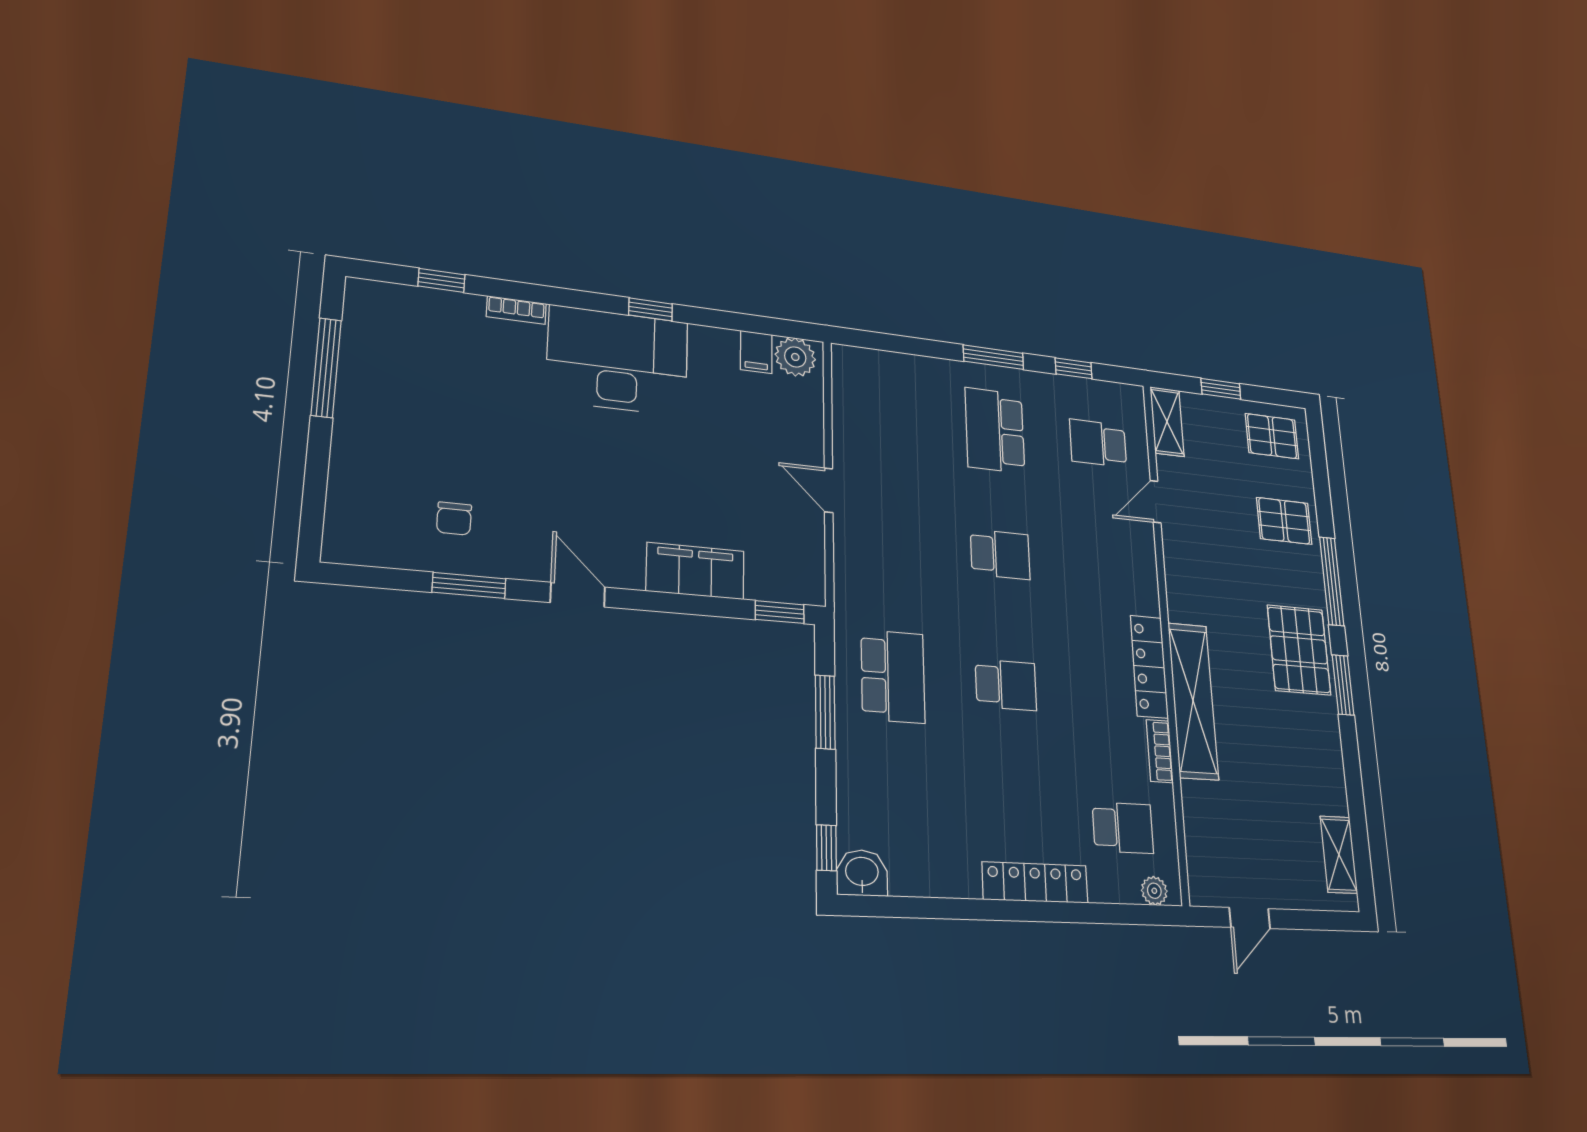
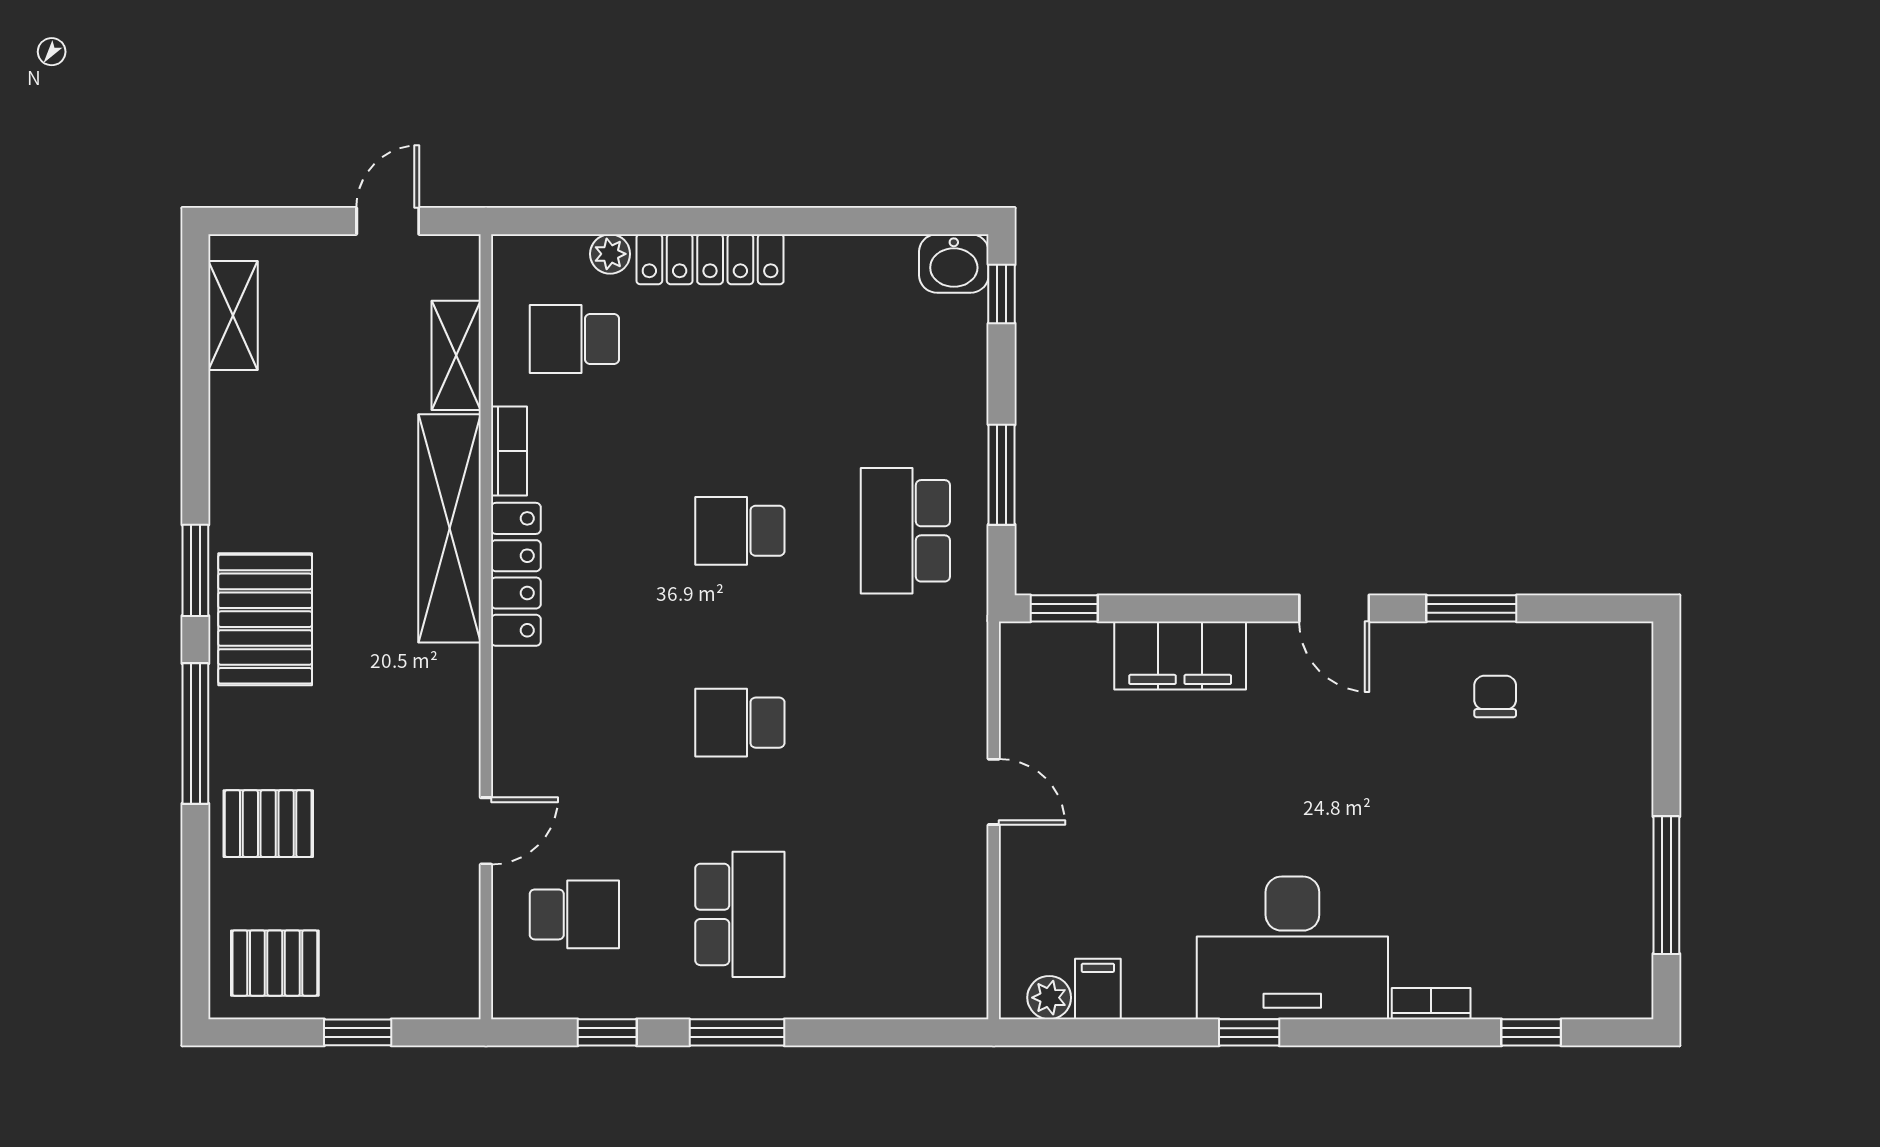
plant: (795, 357) -> (1049, 998), width x0.73, depth x0.73
shelving: (1167, 422) -> (456, 355), moved
plant: (1154, 891) -> (610, 254), moved

